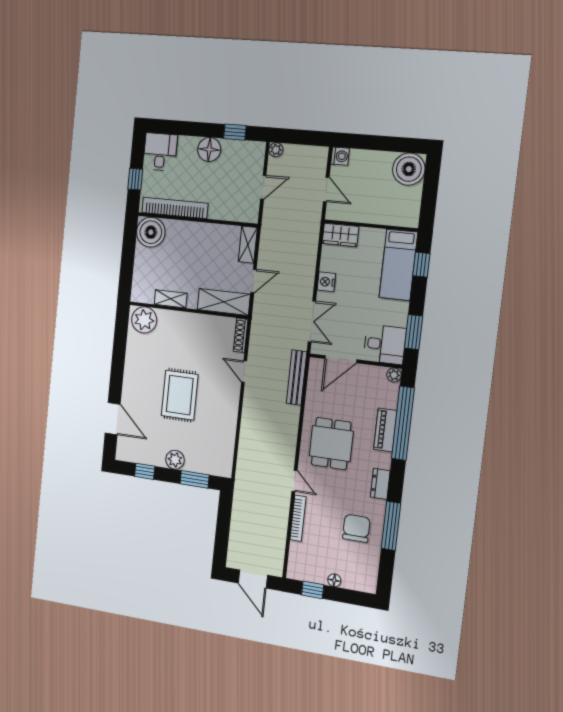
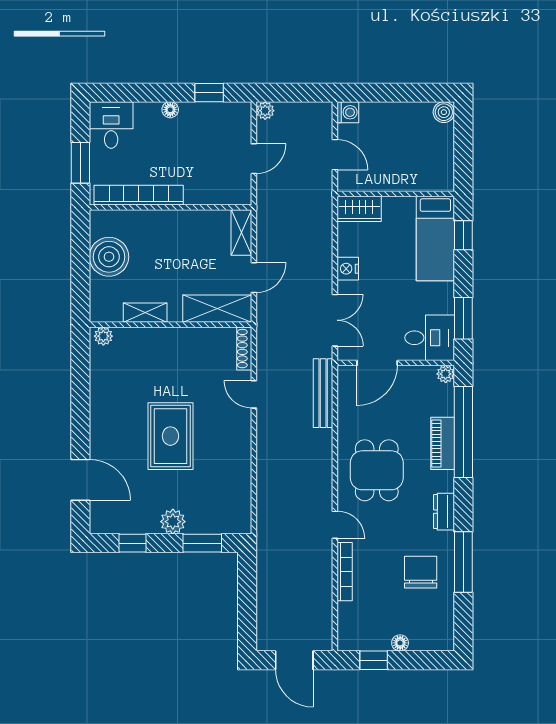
floor lamp: (209, 149) -> (170, 110), width x0.53, depth x0.53
boiler: (409, 169) -> (444, 112), width x0.54, depth x0.54
window: (135, 179) -> (80, 163), width x1.50
boiler: (151, 232) -> (109, 257), moved
plant: (144, 320) -> (103, 336), width x0.53, depth x0.53

